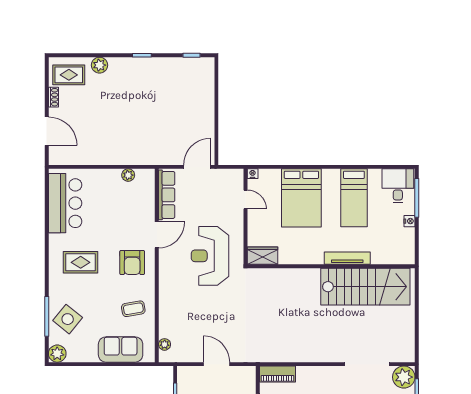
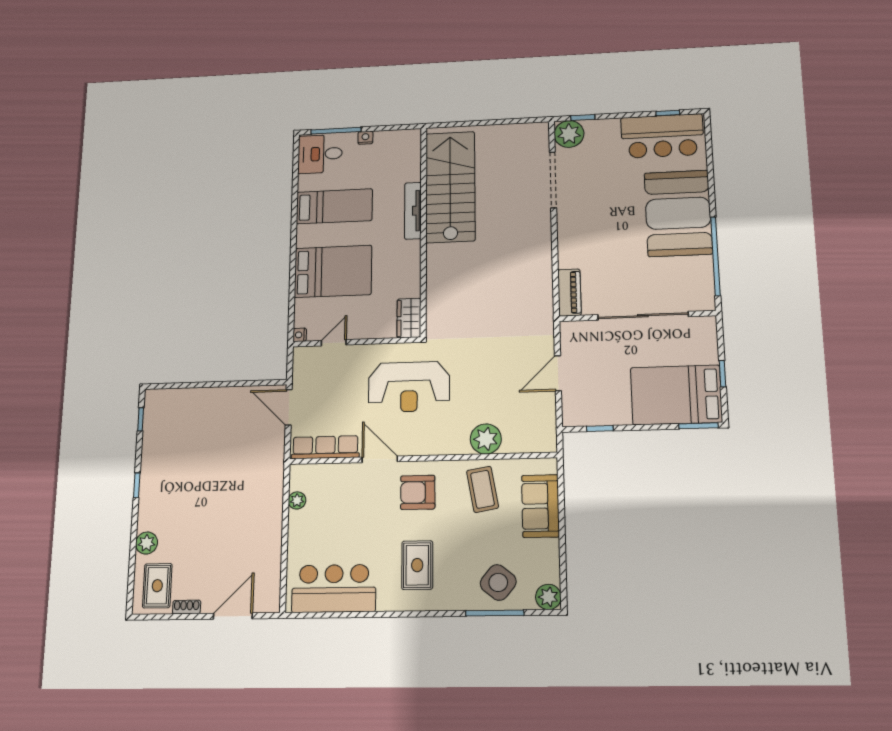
armchair: (132, 263) -> (418, 492), turned 180
coffee table: (133, 309) -> (482, 489), width x1.36, depth x1.30
plant: (165, 344) -> (486, 439), moved, width x1.88, depth x1.88

